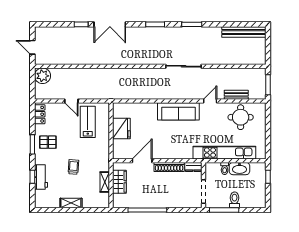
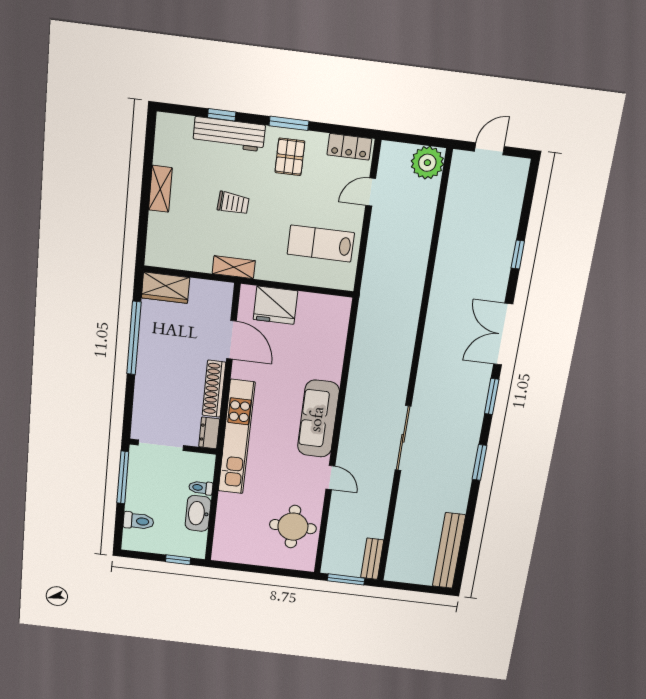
double door: (110, 24) -> (503, 334), moved
bench: (236, 95) -> (372, 559), moved
door: (71, 101) -> (371, 192), moved
lab bench: (88, 122) -> (321, 243), turned 180
fridge: (121, 128) -> (275, 305), moved
kitchen unit: (224, 153) -> (237, 437), moved
workbench: (41, 177) -> (229, 134), width x1.38
shelving: (105, 182) -> (234, 267), moved
wardrobe: (119, 182) -> (166, 288), moved
toilet: (235, 200) -> (138, 521), moved

